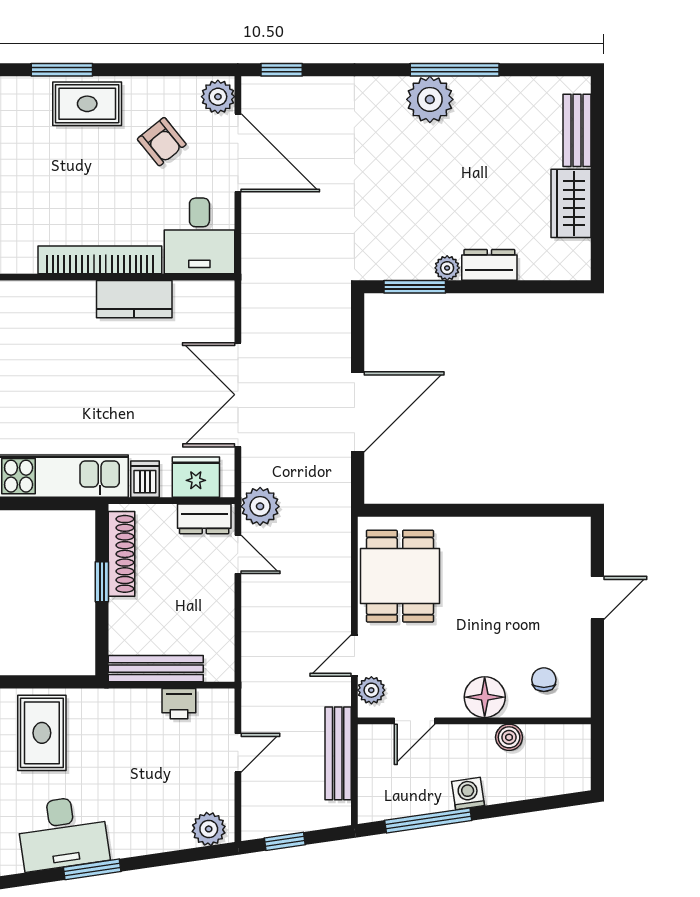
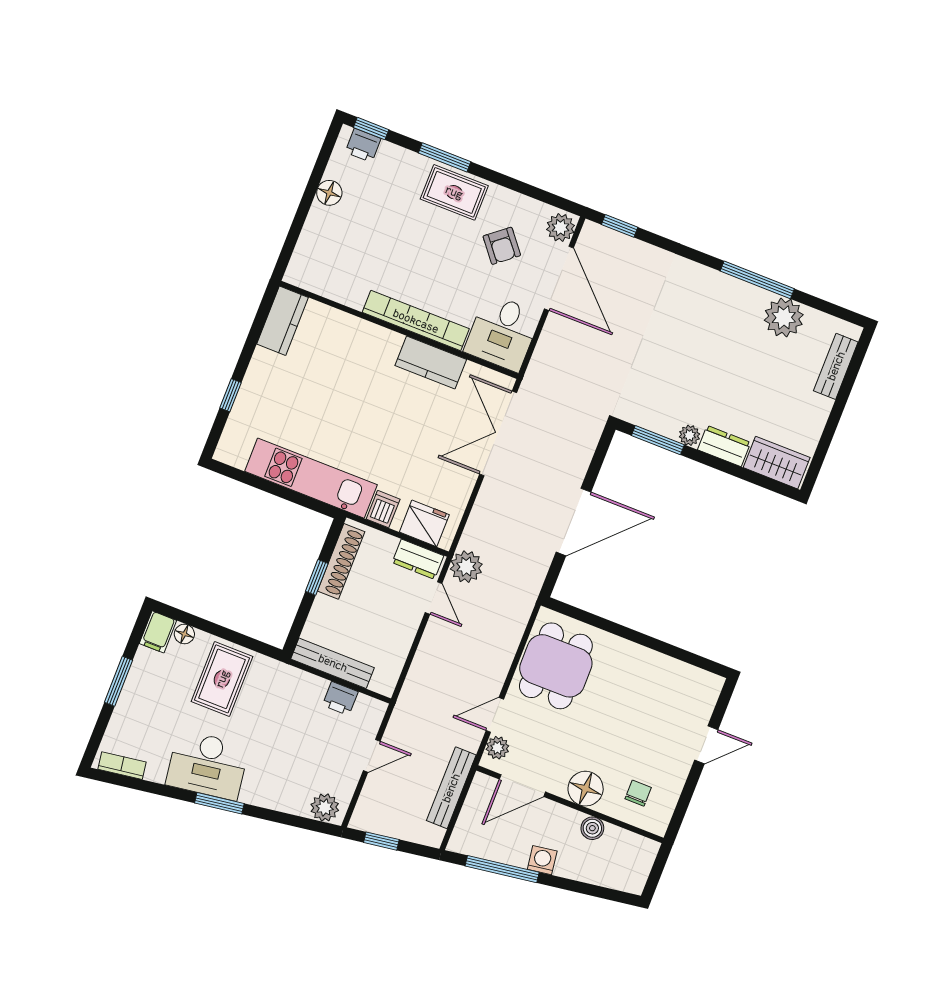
plant: (430, 99) -> (784, 317), moved
wardrobe: (571, 203) -> (777, 463), moved, turned 90
double door: (238, 395) -> (498, 433), moved
door: (415, 721) -> (522, 786), width x1.38

